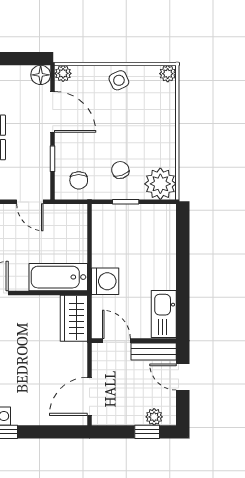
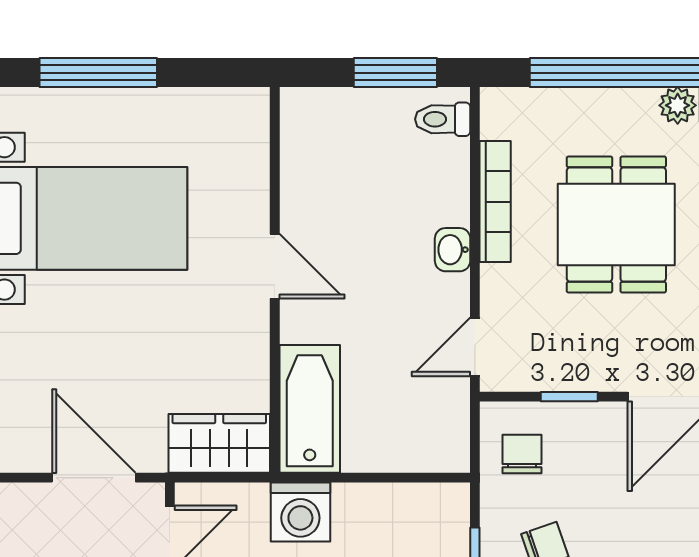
chair: (79, 180) -> (522, 454), turned 90
door: (89, 396) -> (94, 478), moved

